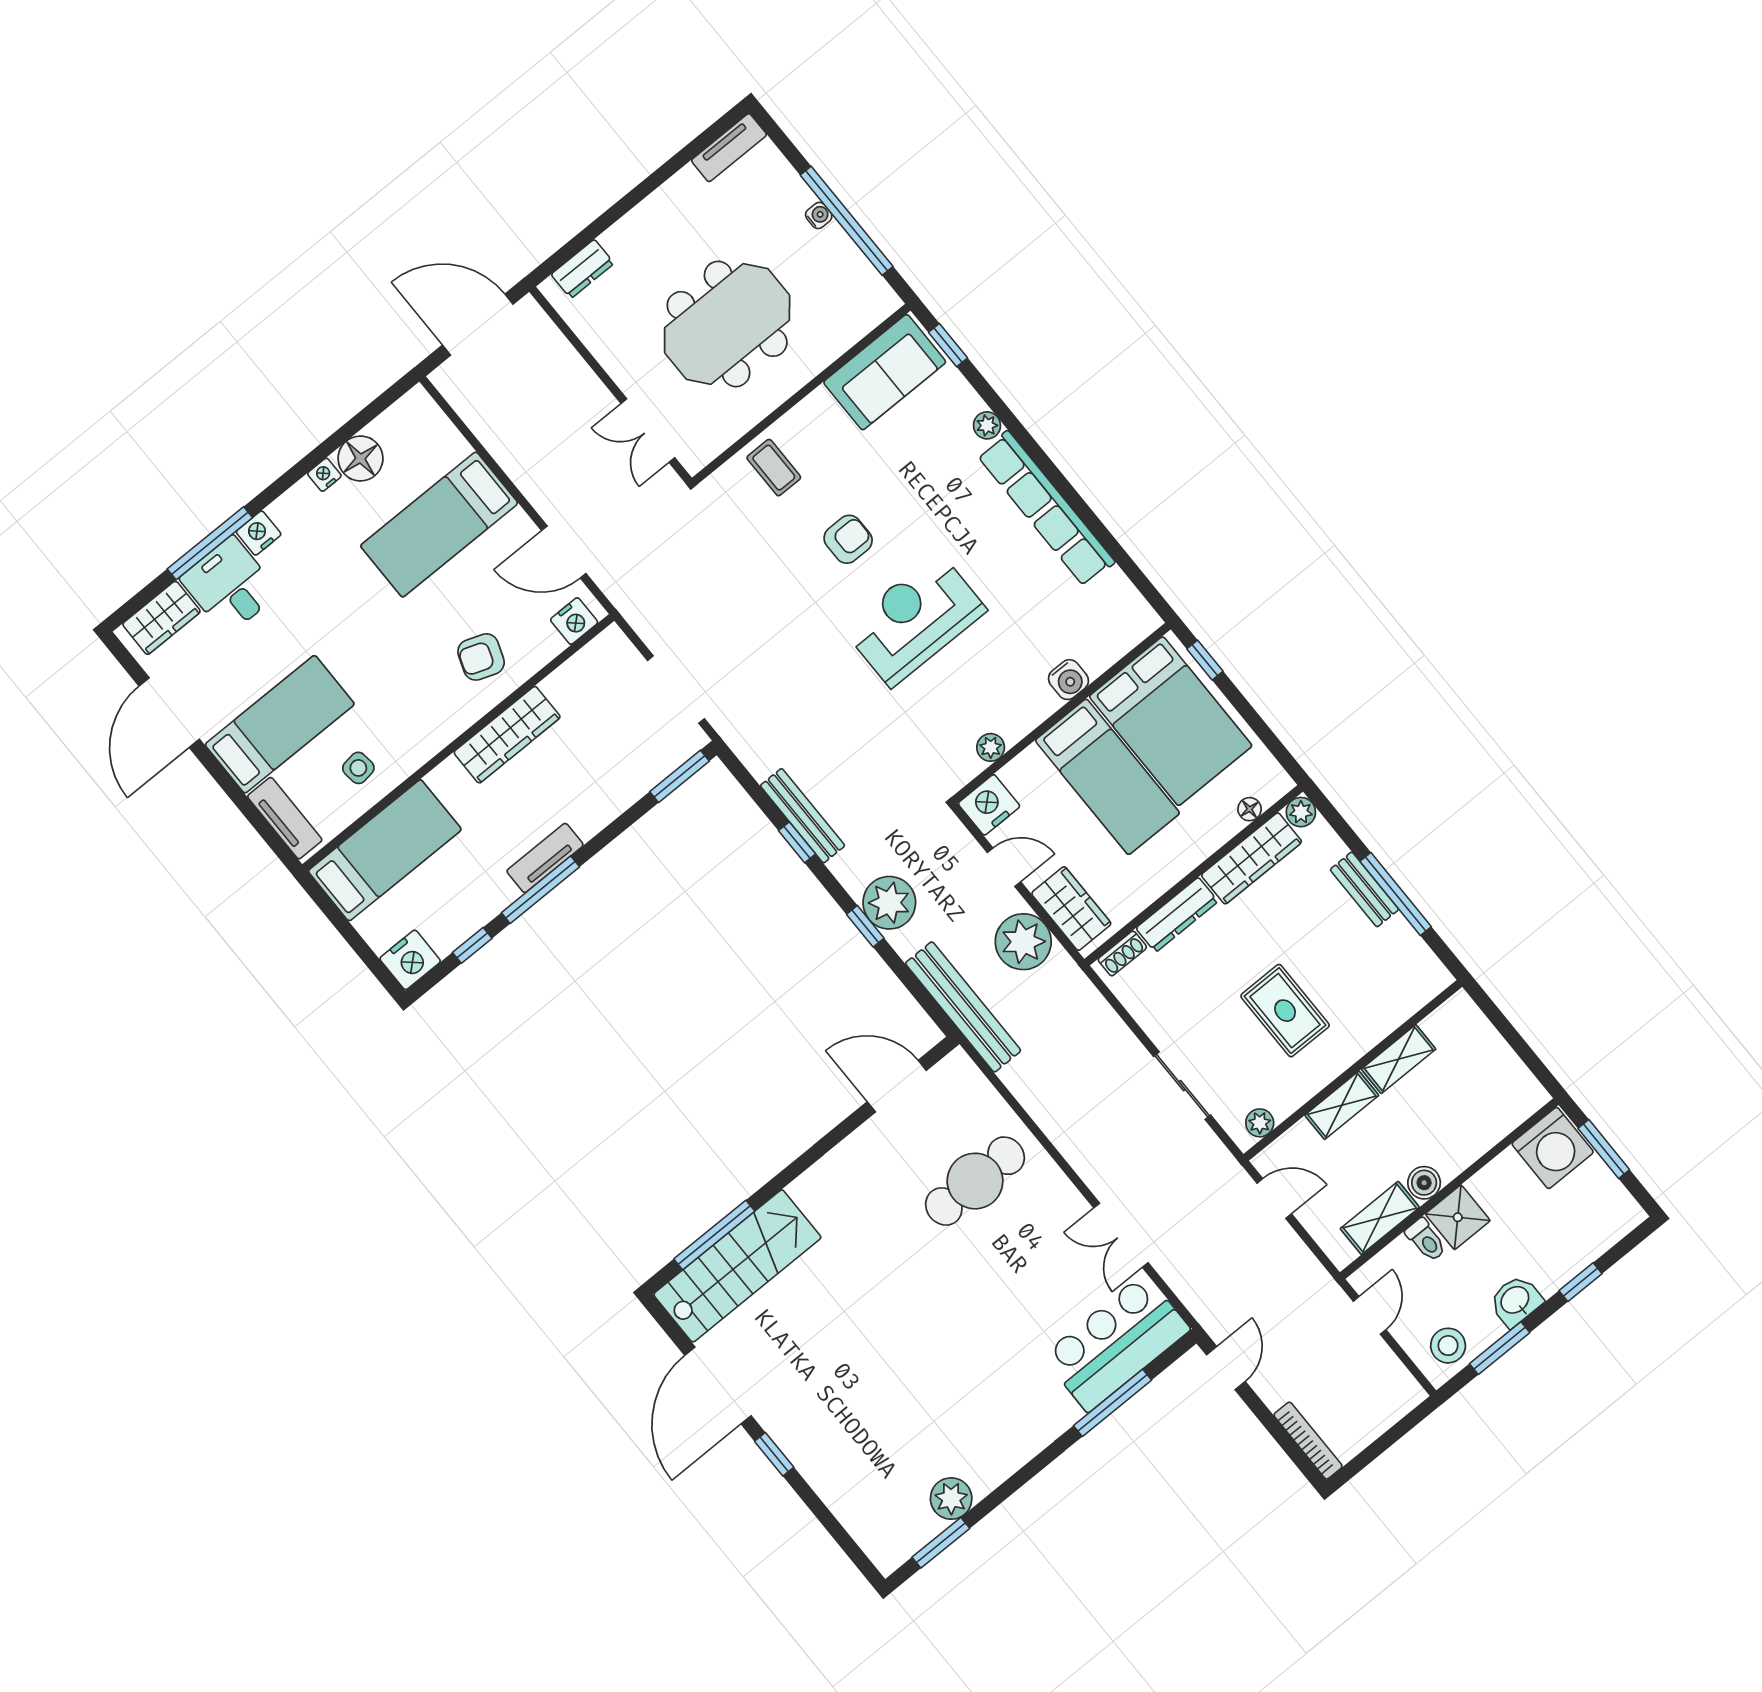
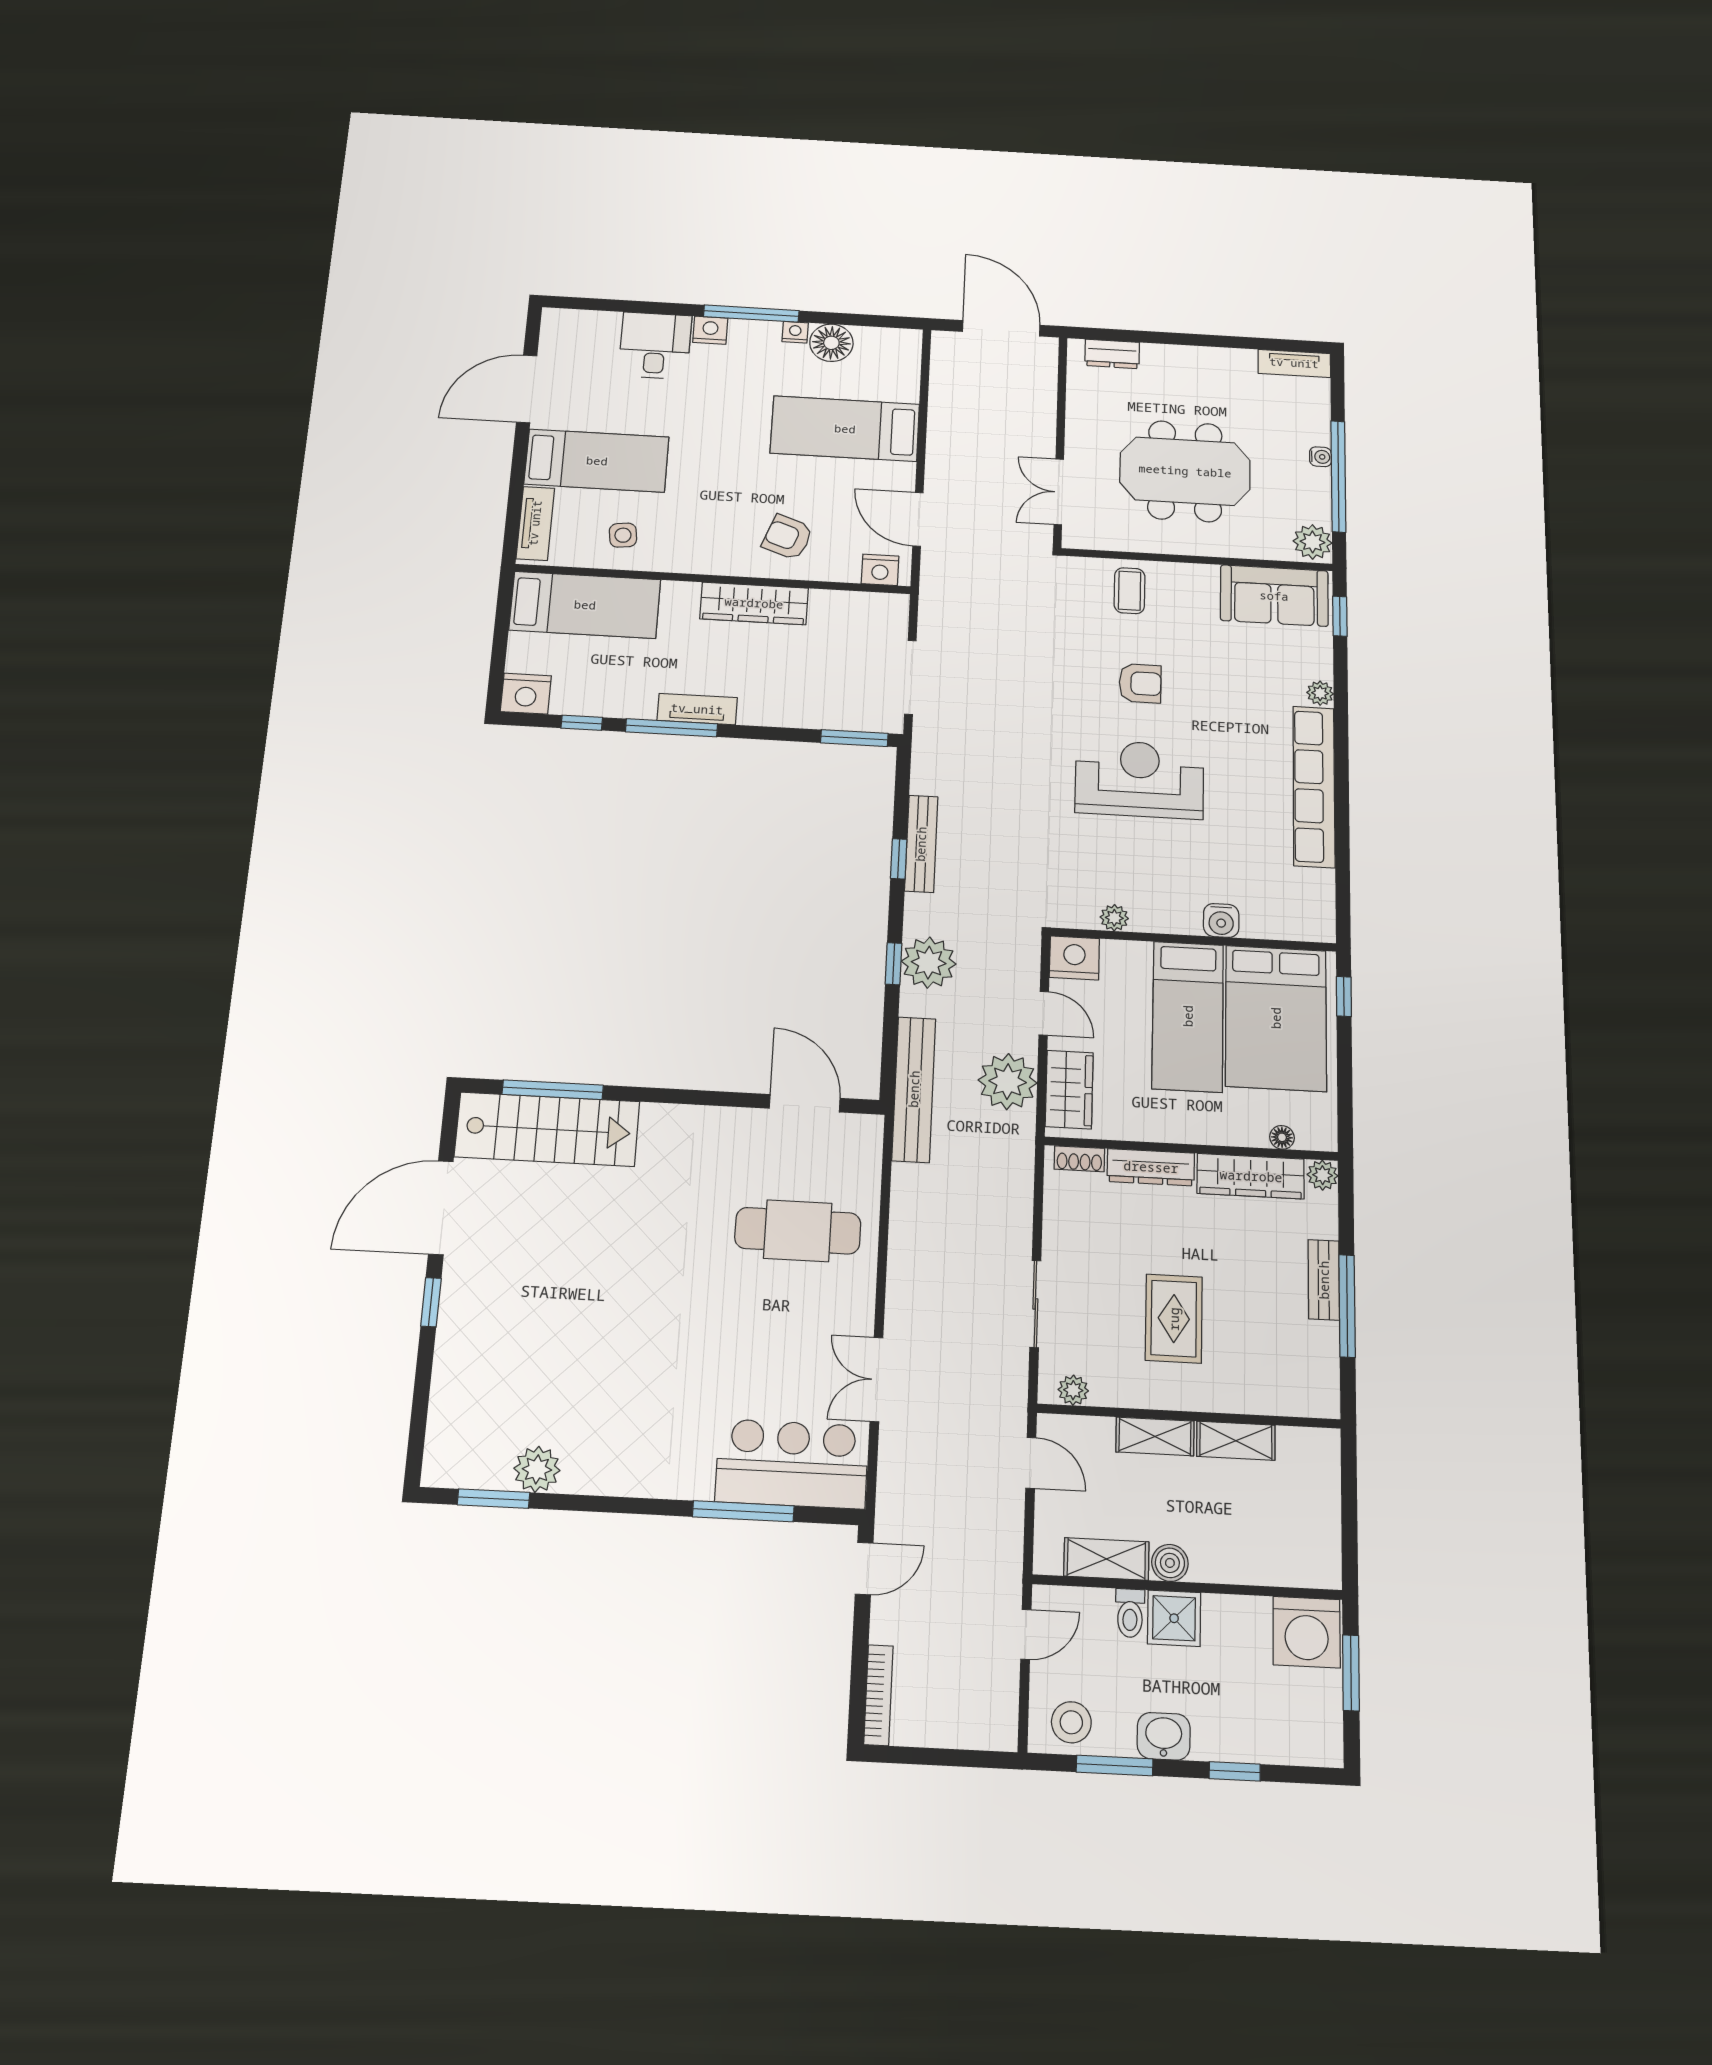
plant: (875, 298) -> (1313, 542), added
window: (210, 543) -> (751, 314), moved
wardrobe: (161, 618) -> (586, 326), removed

